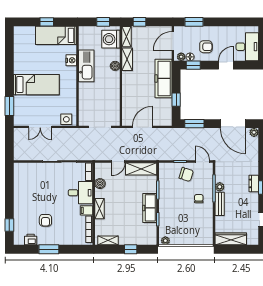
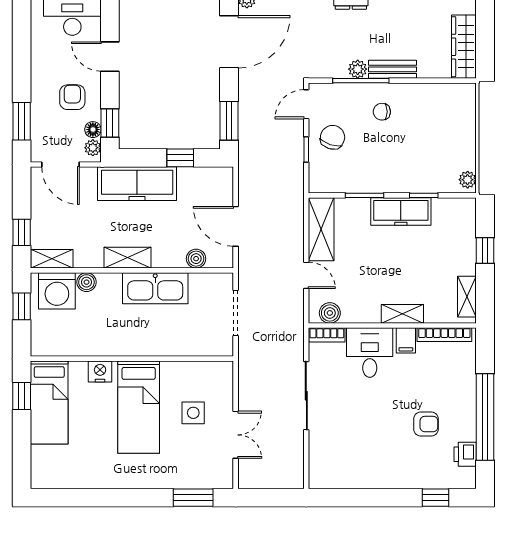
window: (47, 22) -> (22, 396), moved
shelving: (127, 59) -> (128, 258), moved
kitchen sink: (86, 66) -> (155, 288), moved, turned 180
boiler: (115, 66) -> (86, 282), moved
bed: (36, 85) -> (139, 407), moved, turned 180
boiler: (127, 107) -> (196, 259), added
side table: (66, 119) -> (193, 413), moved
boiler: (100, 184) -> (330, 313), moved
window: (49, 249) -> (485, 417), width x2.11

